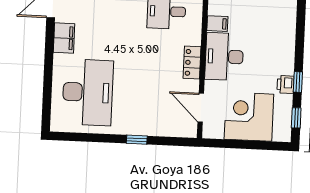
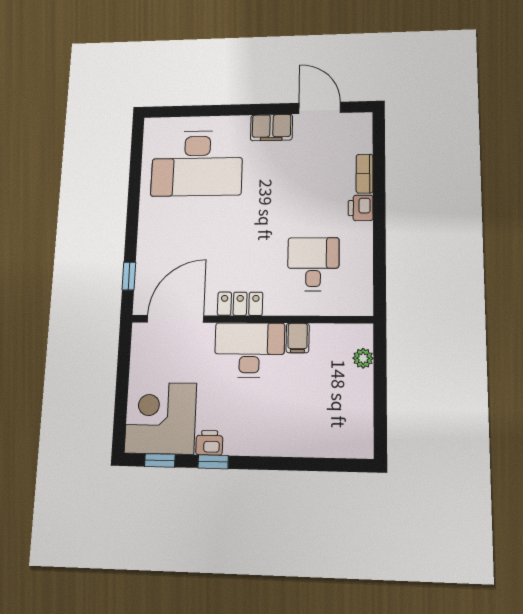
door: (201, 108) -> (175, 319), width x1.36
corner desk: (249, 117) -> (161, 418), moved, turned -90
window: (137, 140) -> (129, 276), moved

